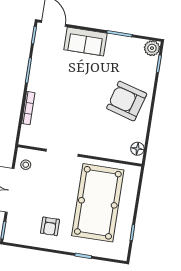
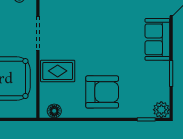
armchair: (127, 101) -> (102, 92), turned 74
rug: (100, 140) -> (58, 71), added

